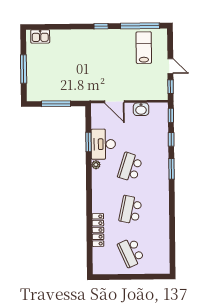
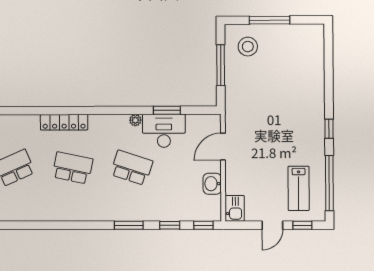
kitchen sink: (40, 36) -> (235, 208), moved, turned 180
lab bench: (144, 48) -> (299, 188), turned 90
stool: (43, 84) -> (248, 47), added
window: (171, 87) -> (302, 225), moved
locker: (98, 230) -> (64, 122), moved

